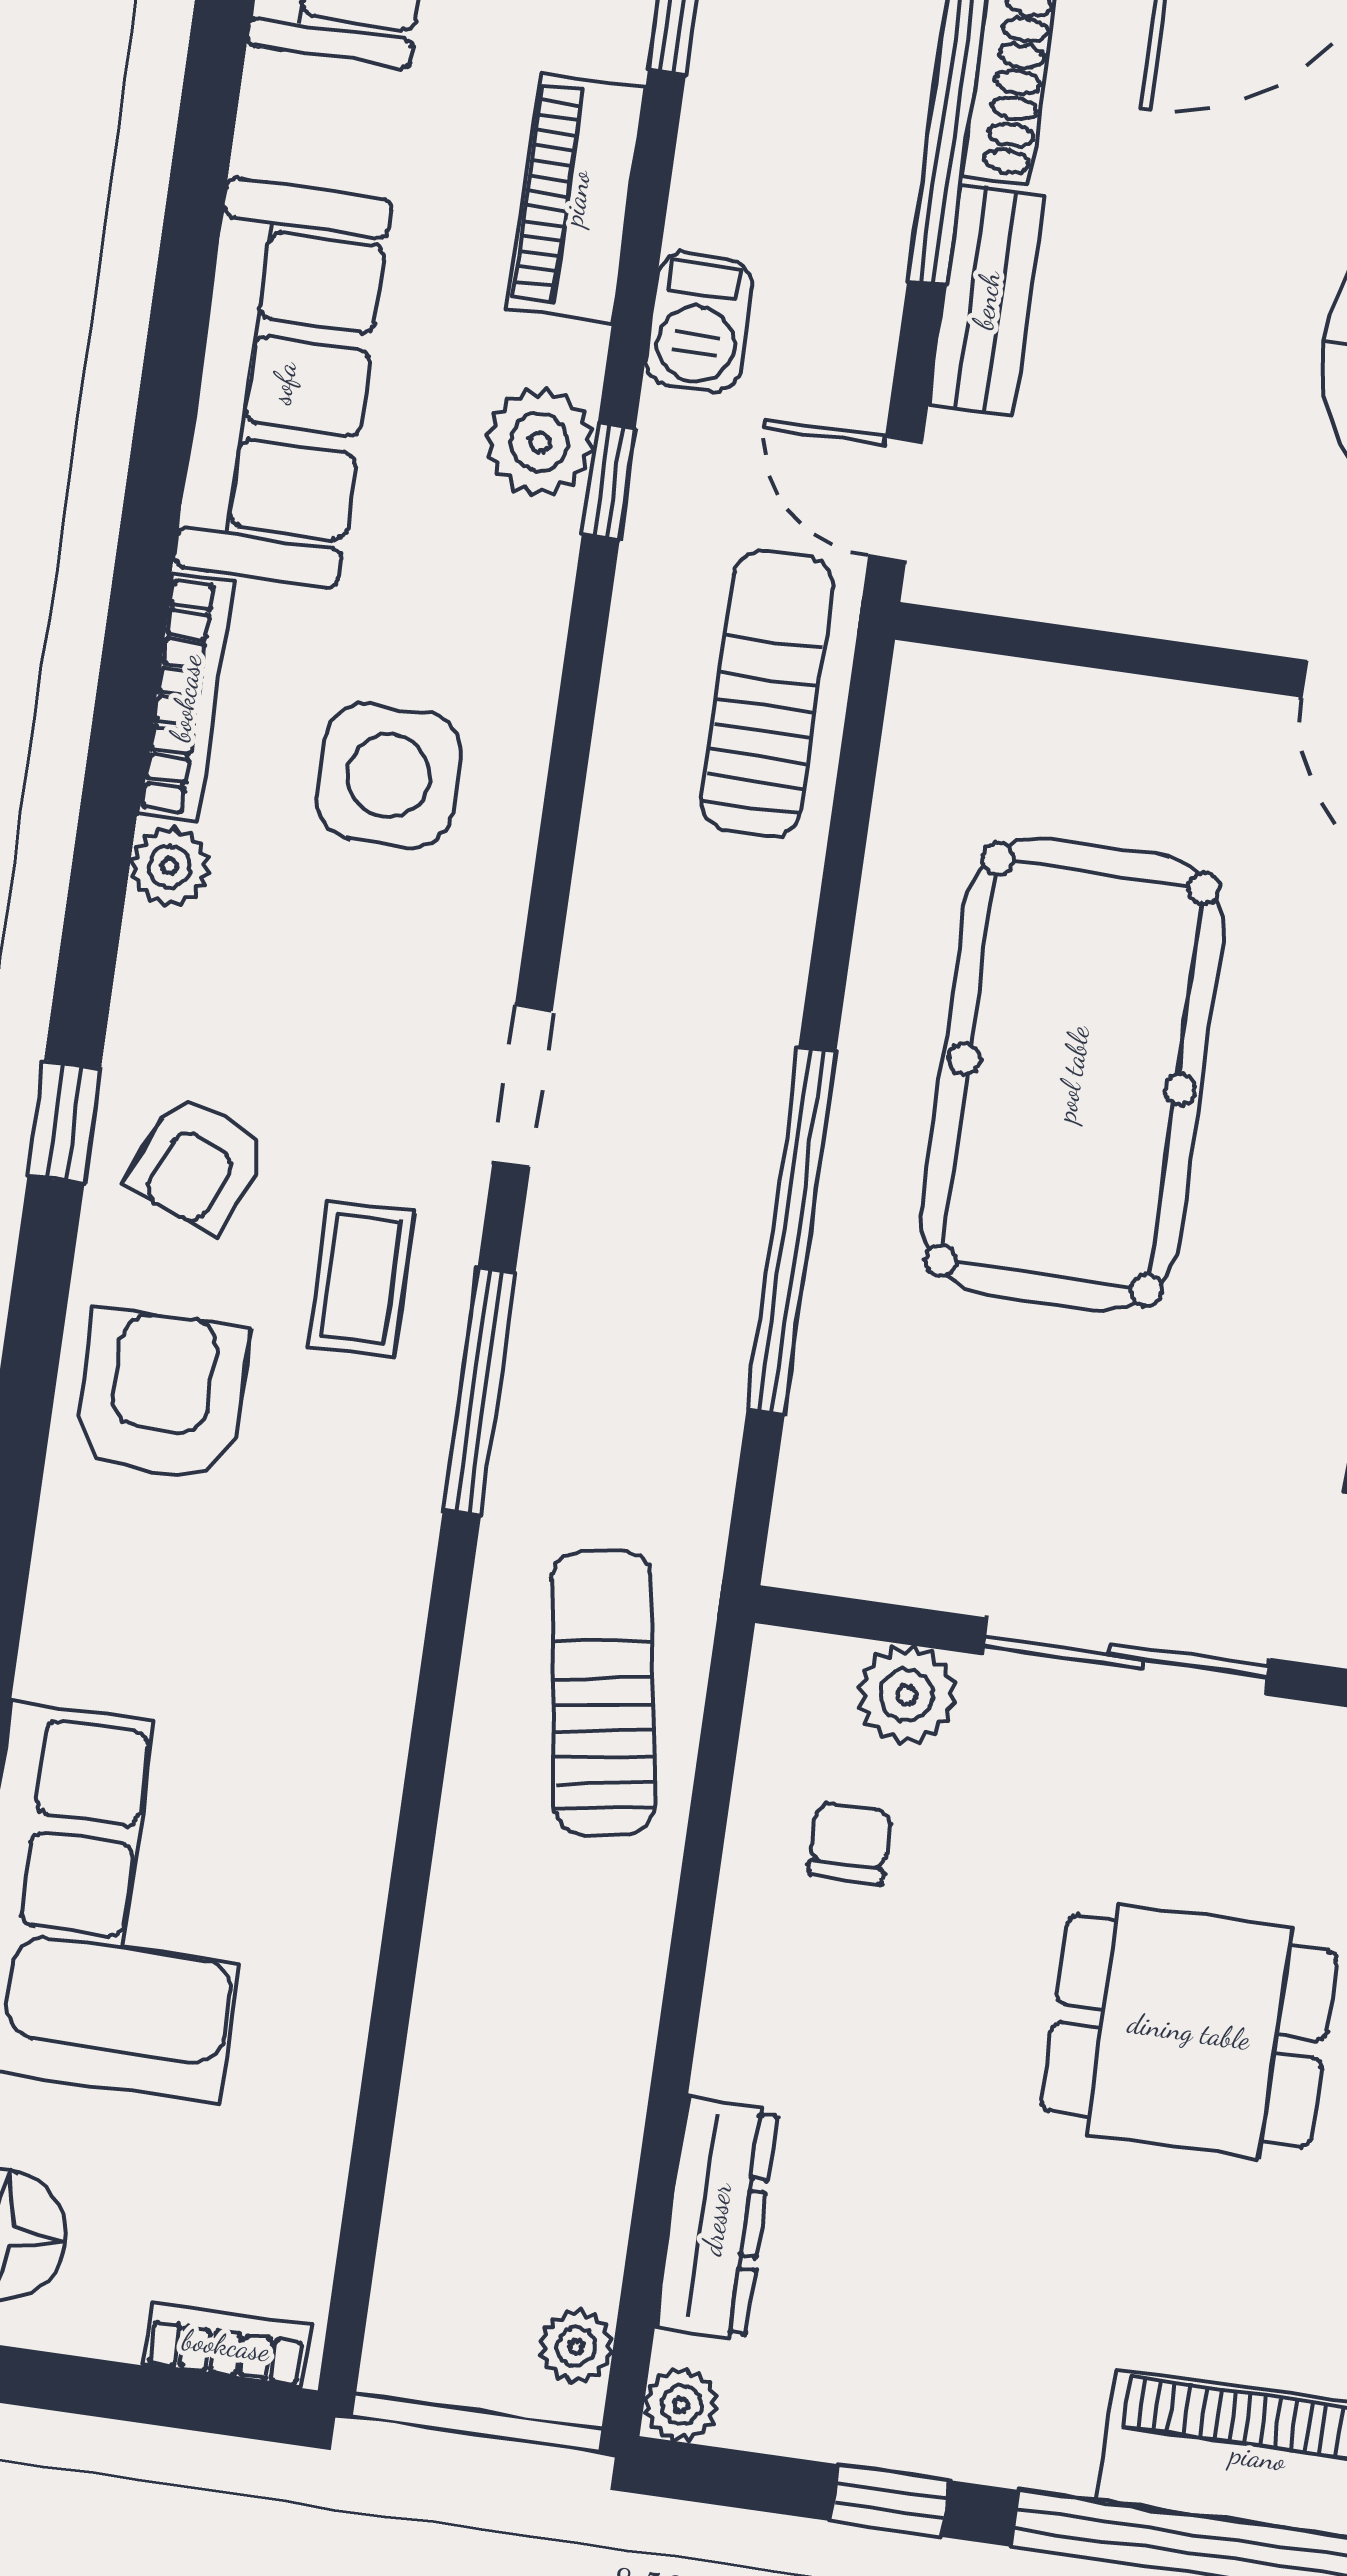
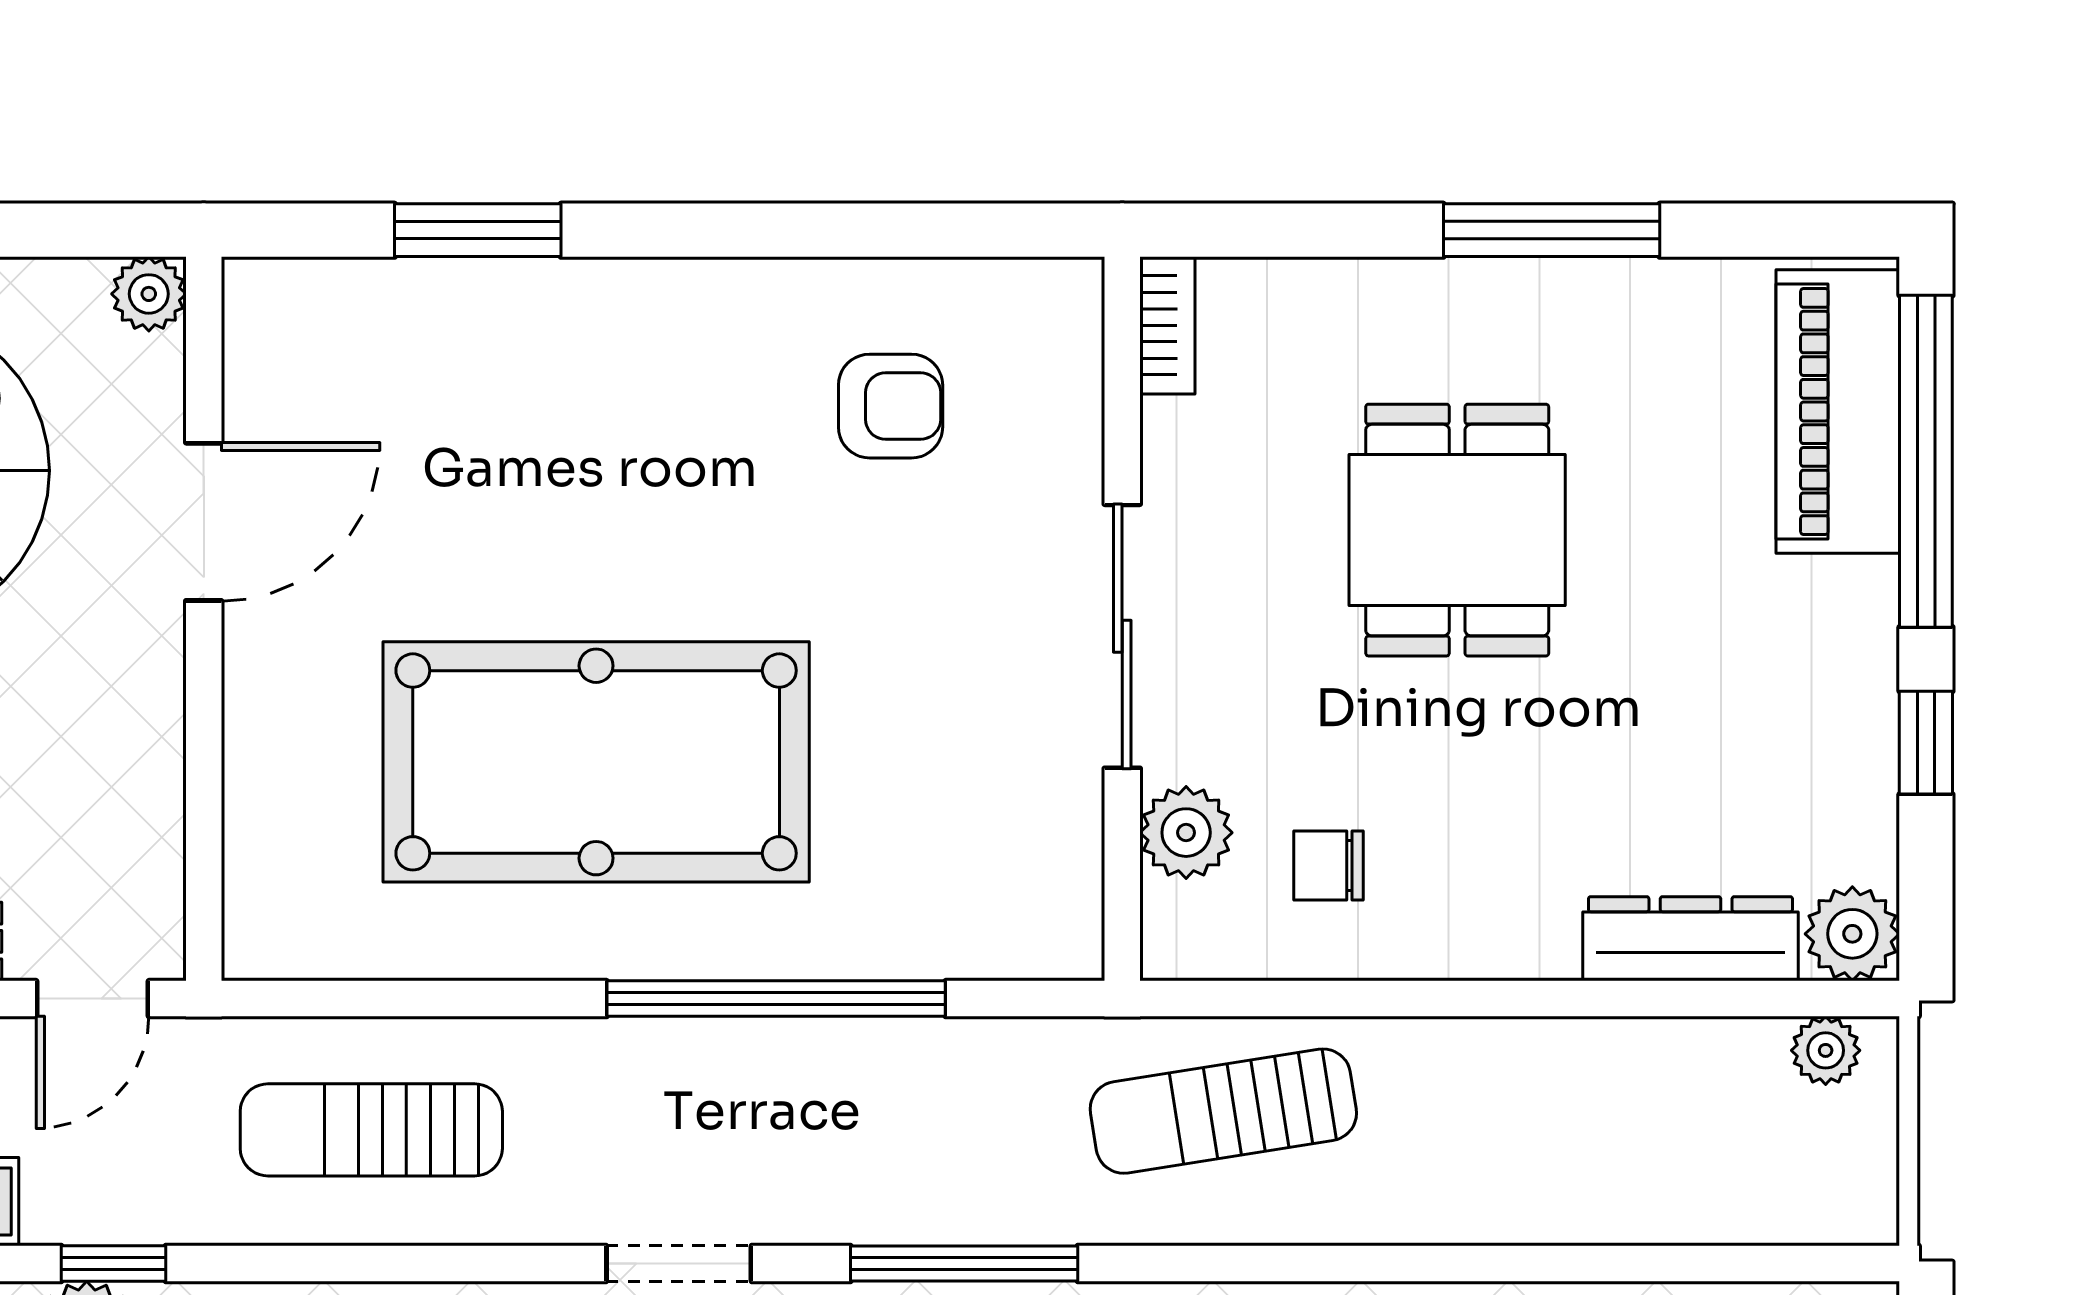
sun lounger: (767, 693) -> (371, 1130), moved
plant: (681, 2405) -> (1852, 934), width x1.38, depth x1.38

